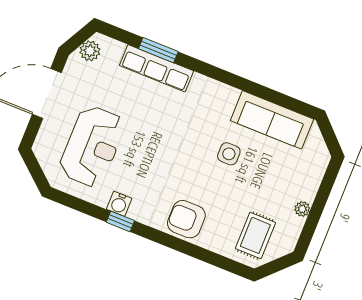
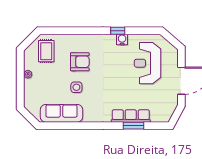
plant: (90, 51) -> (168, 111), removed
armchair: (186, 219) -> (80, 62), moved

